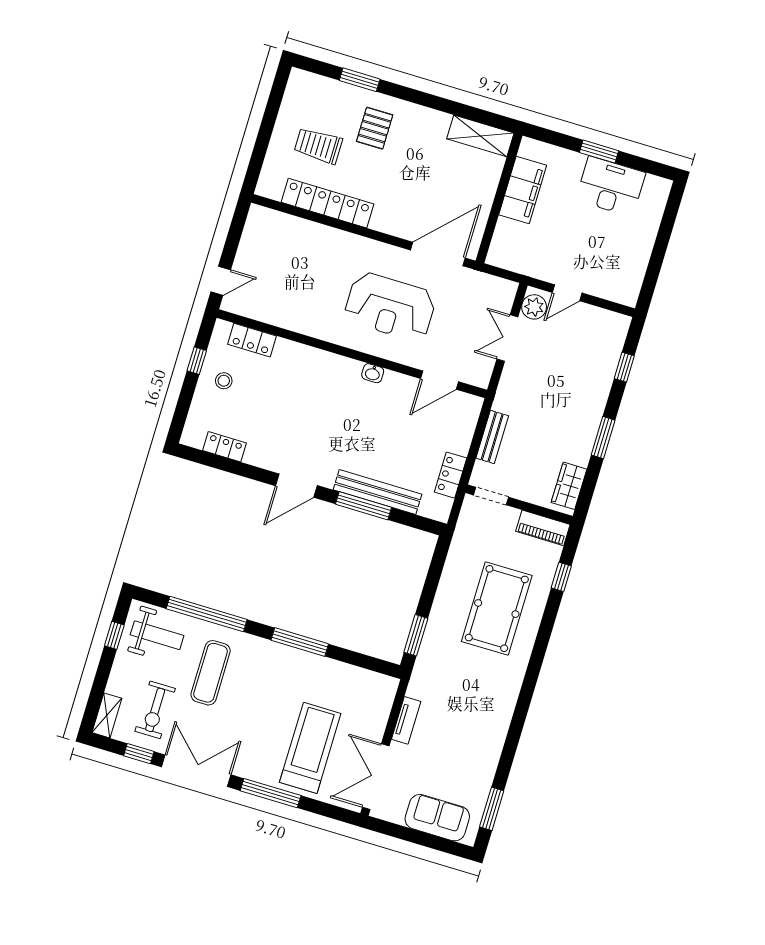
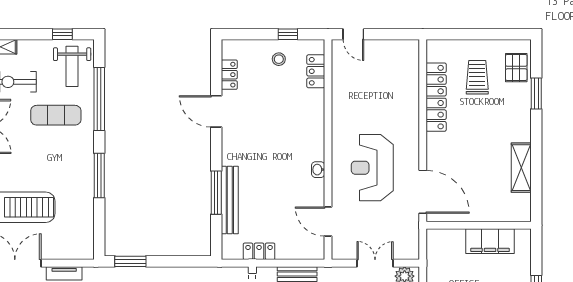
pallet: (375, 128) -> (516, 68), moved, turned 90
shelving: (480, 136) -> (521, 168), moved
door: (296, 486) -> (216, 111), moved

